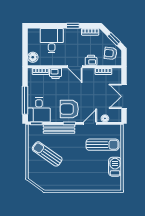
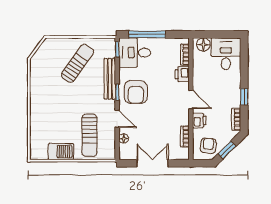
desk: (52, 41) -> (226, 54), moved, turned -90
door: (75, 67) -> (191, 100), swing flipped
armchair: (69, 109) -> (136, 92), turned 180

